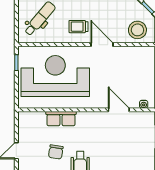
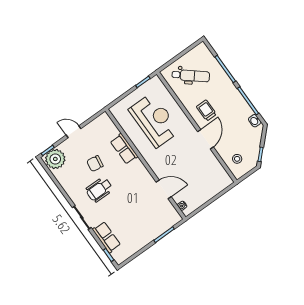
stool: (137, 30) -> (237, 159), width x0.53, depth x0.53
reception desk: (55, 76) -> (154, 120), width x0.74, depth x0.77
door: (119, 110) -> (164, 189), hinge flipped

